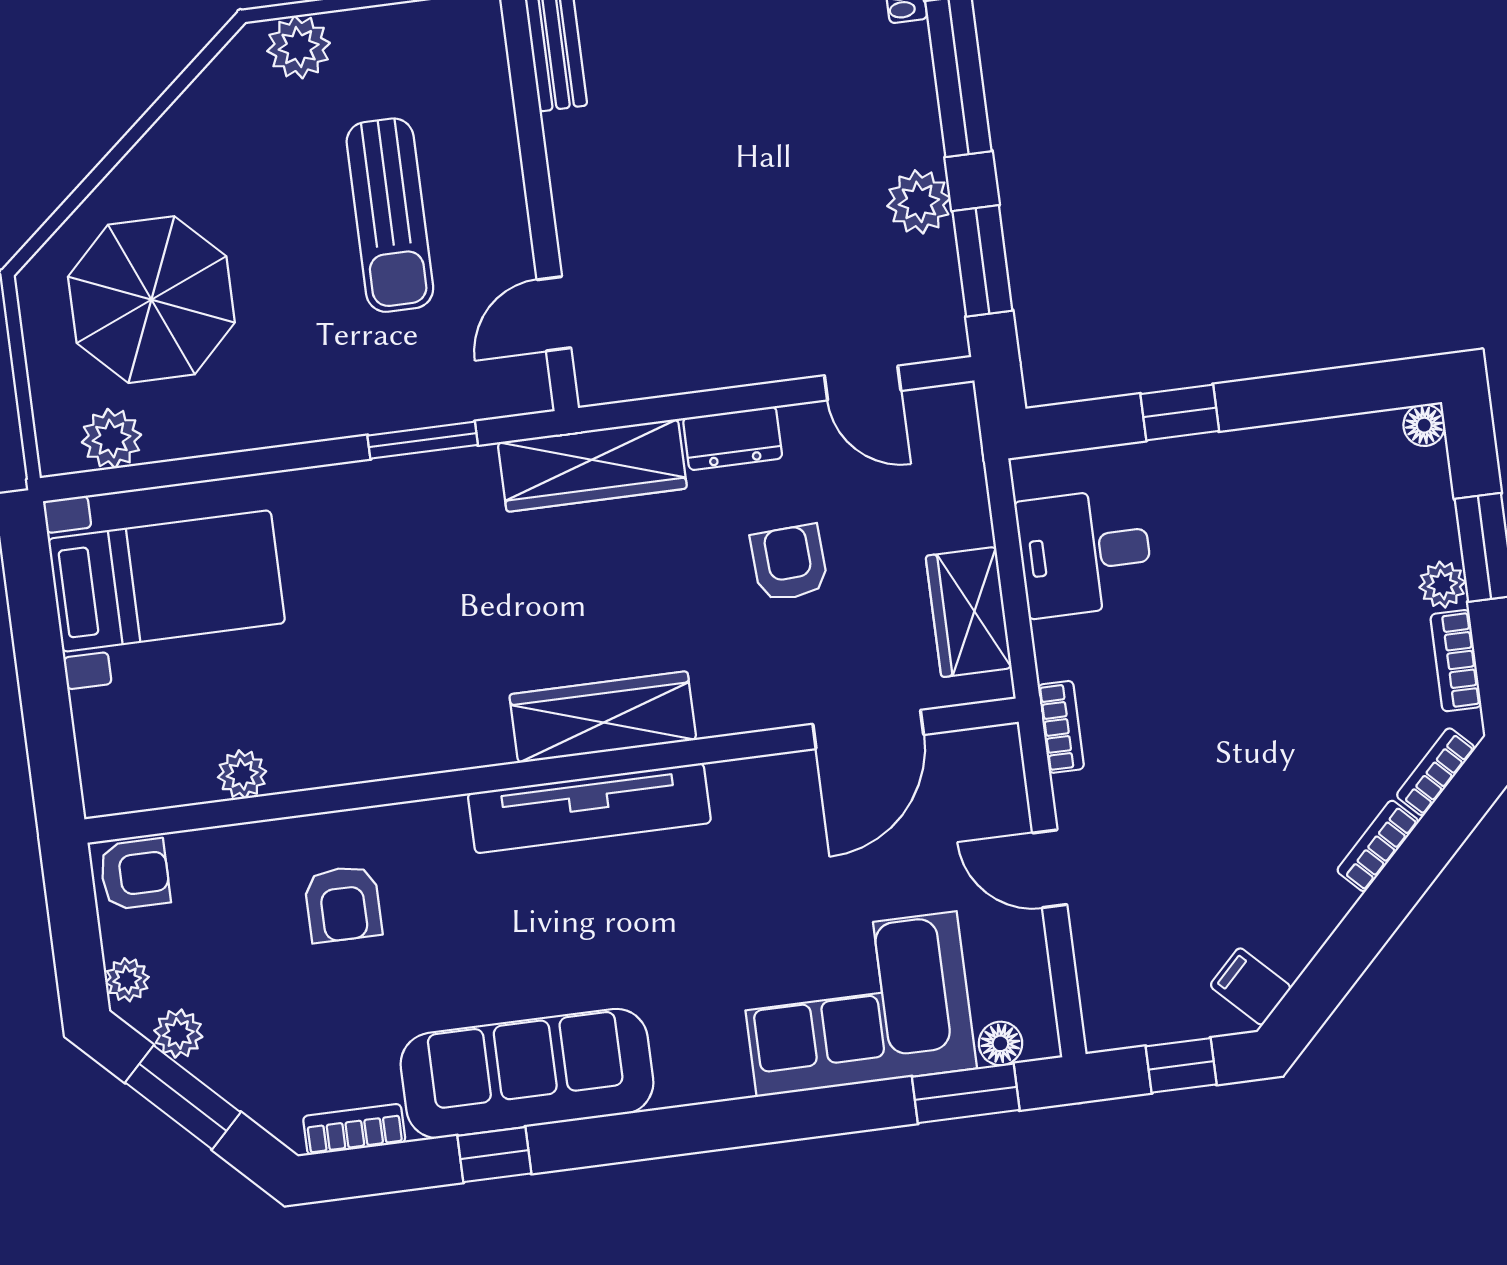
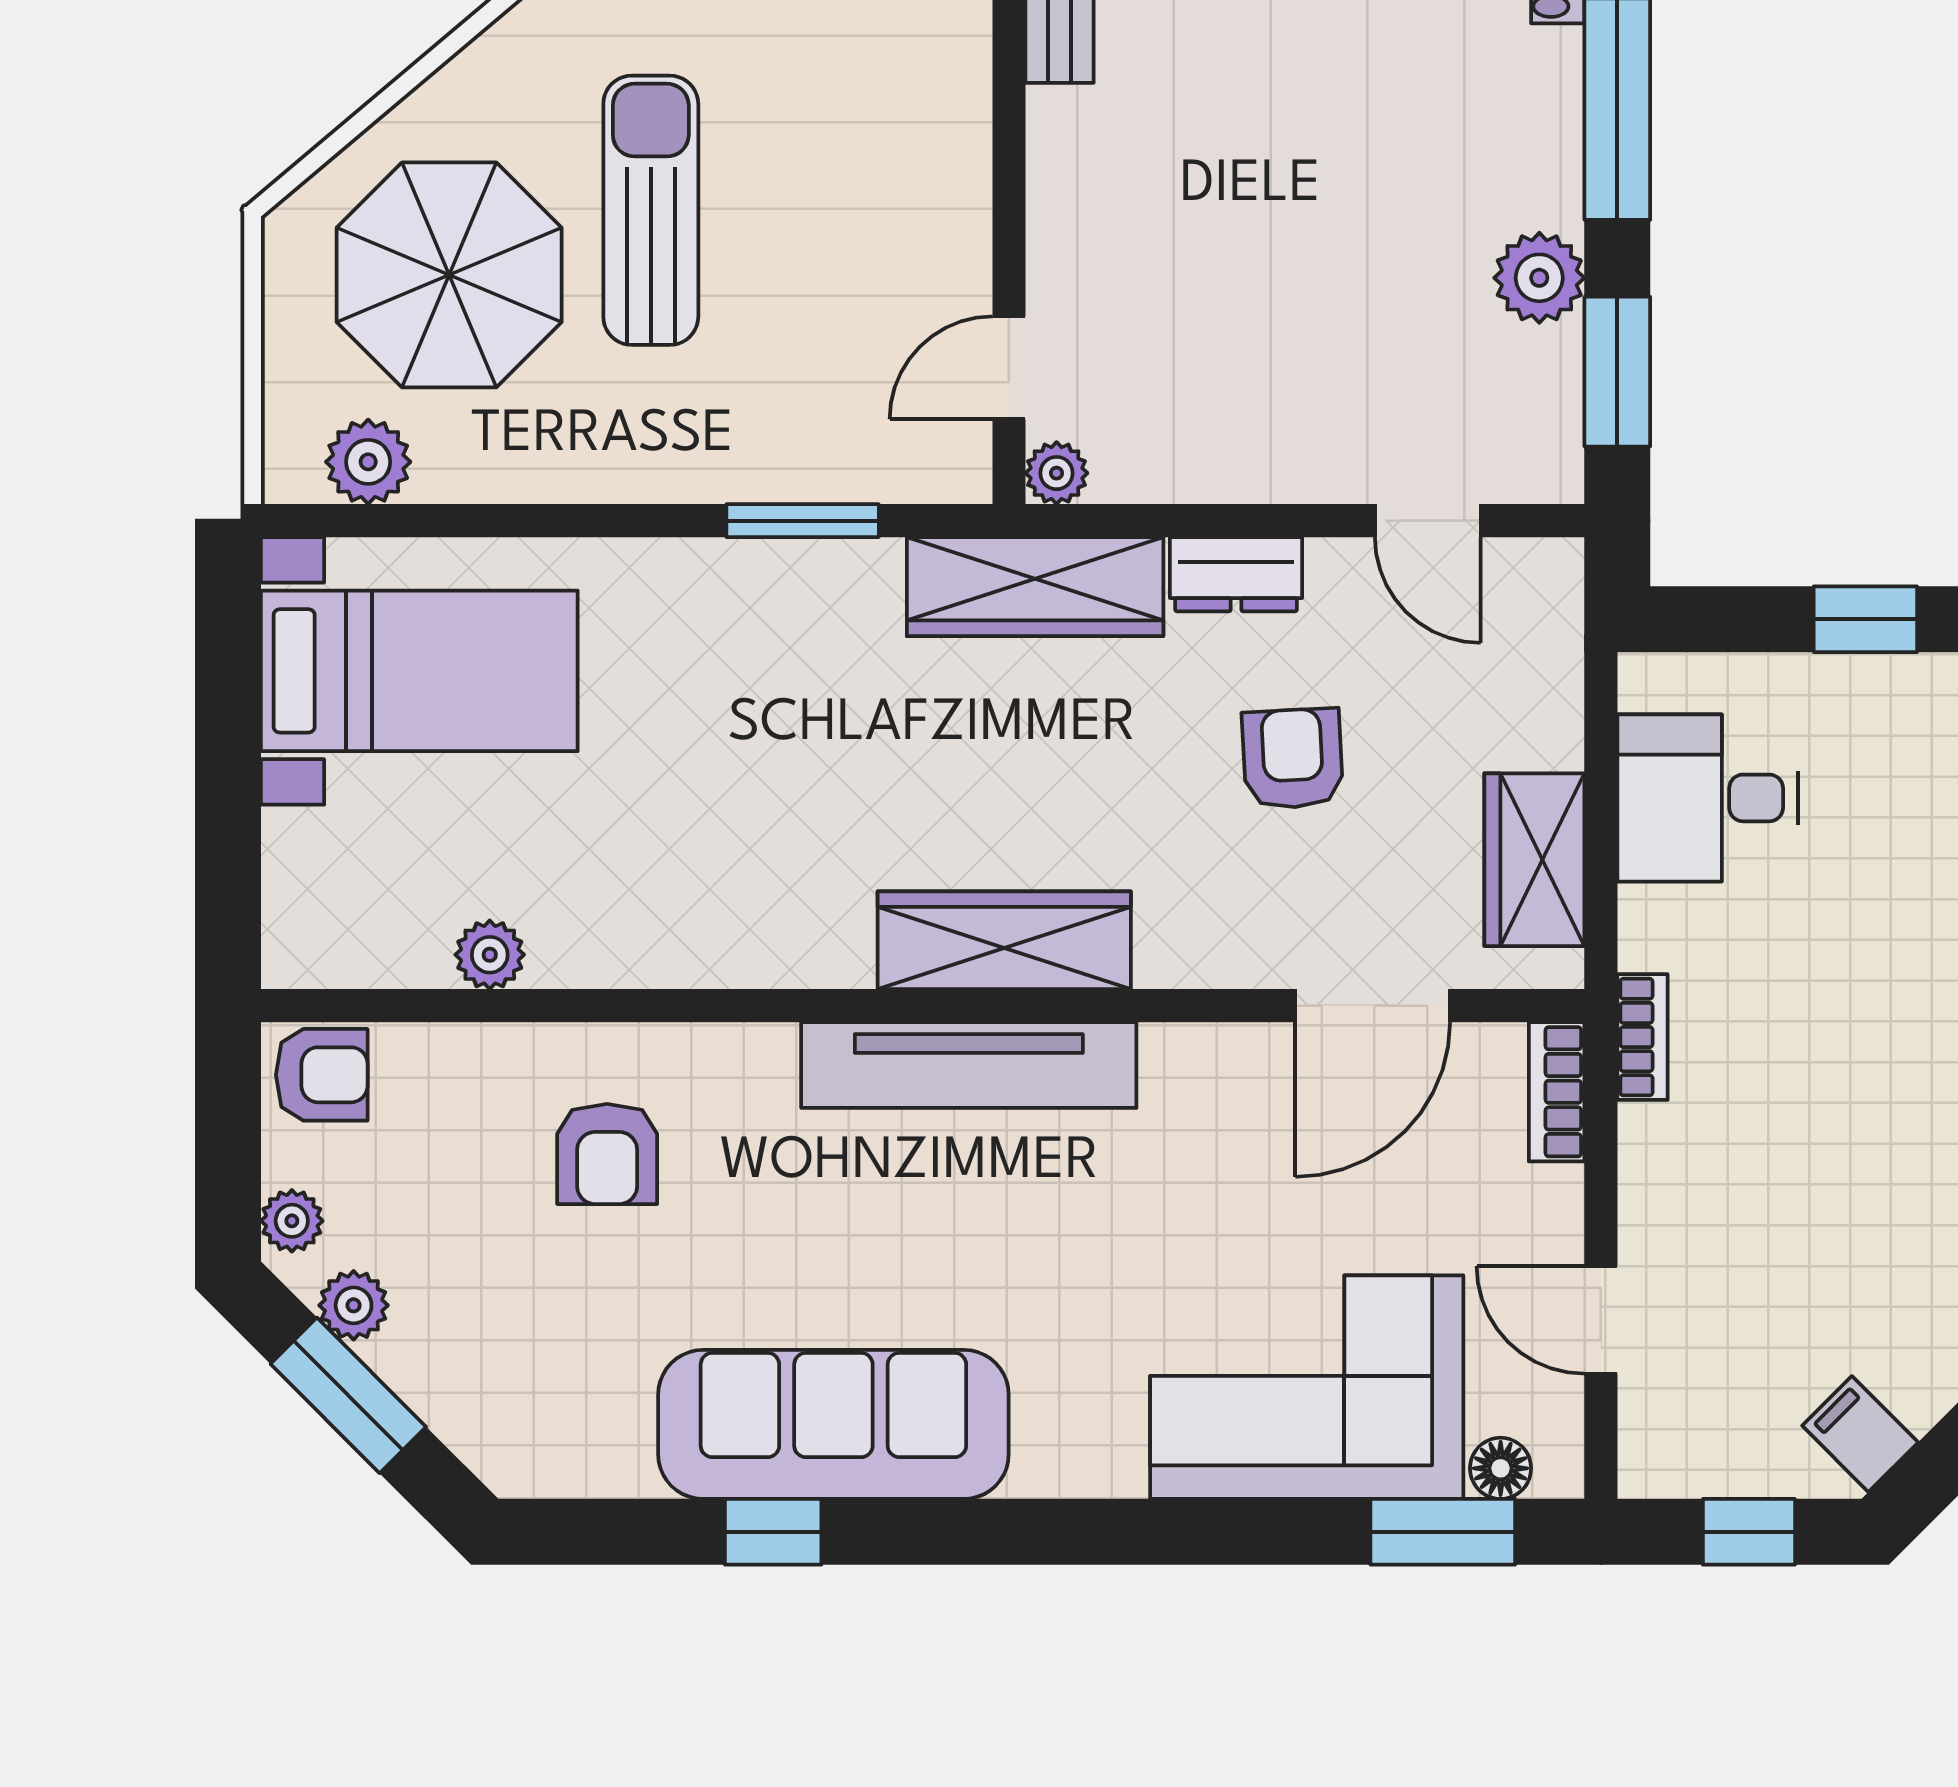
sun lounger: (390, 215) -> (651, 210), moved, turned 180
plant: (597, 384) -> (1057, 473), added
door: (1050, 869) -> (1601, 1320), moved
bookcase: (354, 1129) -> (1557, 1092), moved, turned -90

